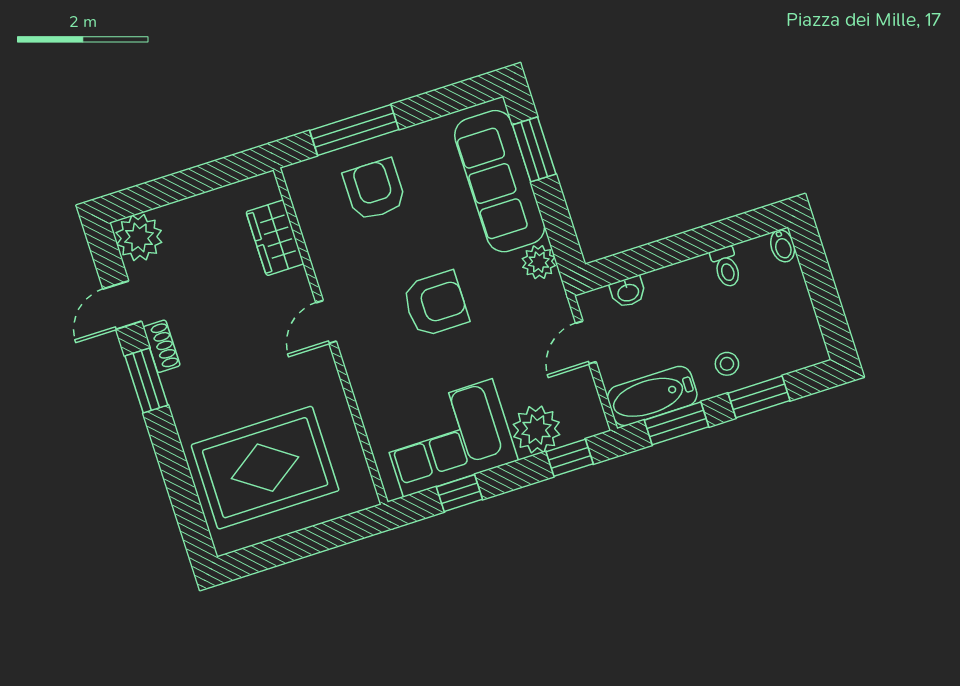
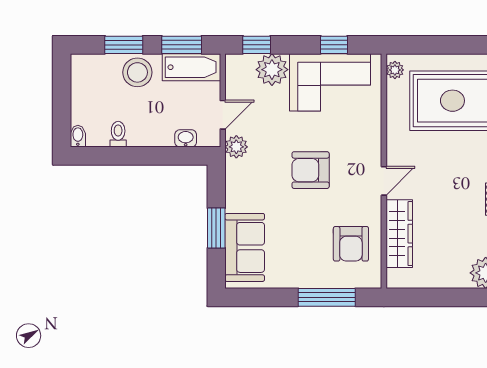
window: (534, 149) -> (216, 228), moved
sofa: (500, 181) -> (245, 247), width x0.73
armchair: (375, 190) -> (351, 244), moved
wardrobe: (275, 238) -> (399, 234), width x1.50
plant: (539, 262) -> (236, 147), moved
stool: (727, 364) -> (137, 72), width x1.89, depth x1.89
plant: (361, 485) -> (395, 70), added

